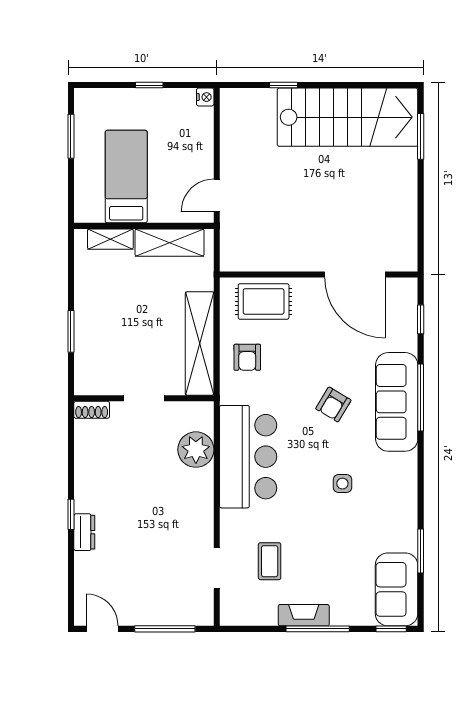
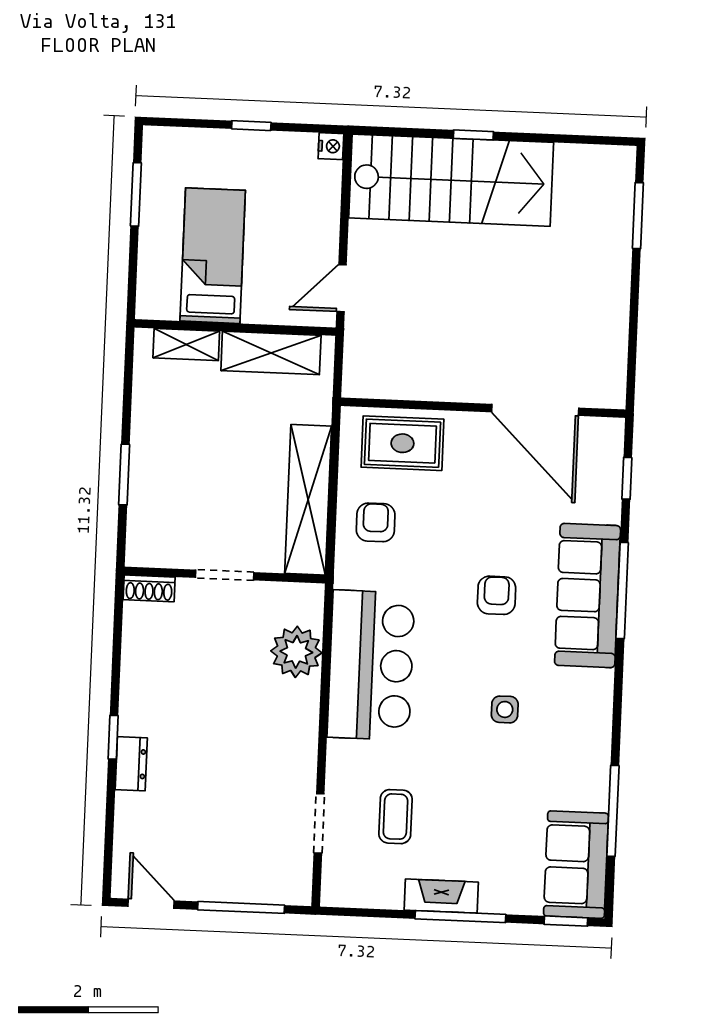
window: (283, 85) -> (473, 135), moved
stairs: (348, 117) -> (451, 180), moved
armchair: (247, 357) -> (376, 522), turned 180
armchair: (333, 404) -> (497, 595), turned 149
window: (421, 551) -> (613, 811), width x1.44

